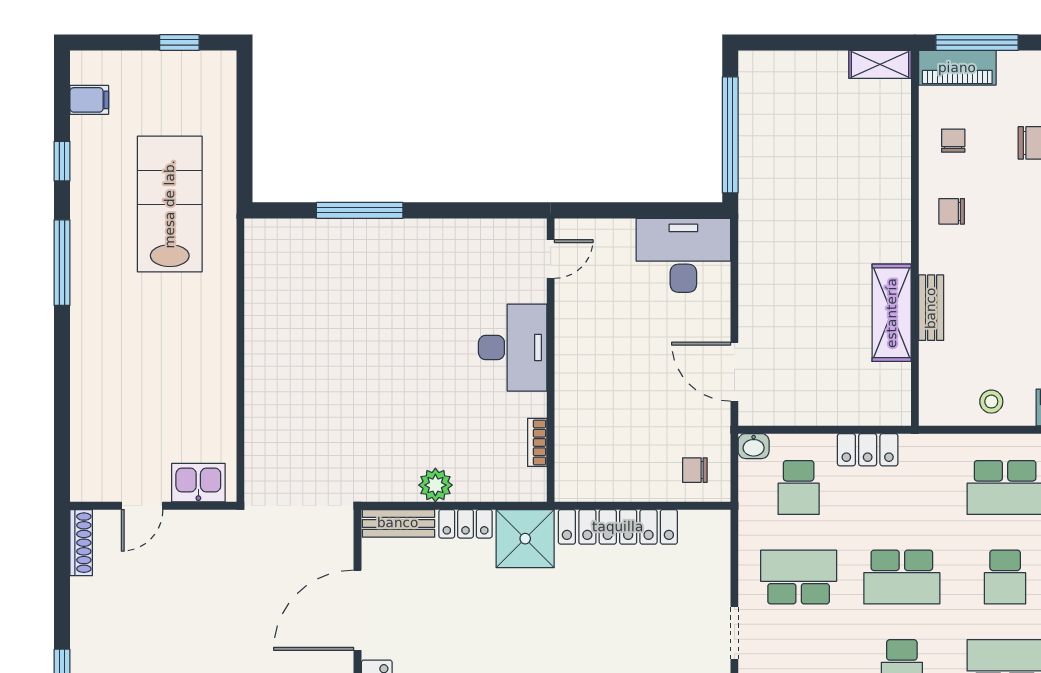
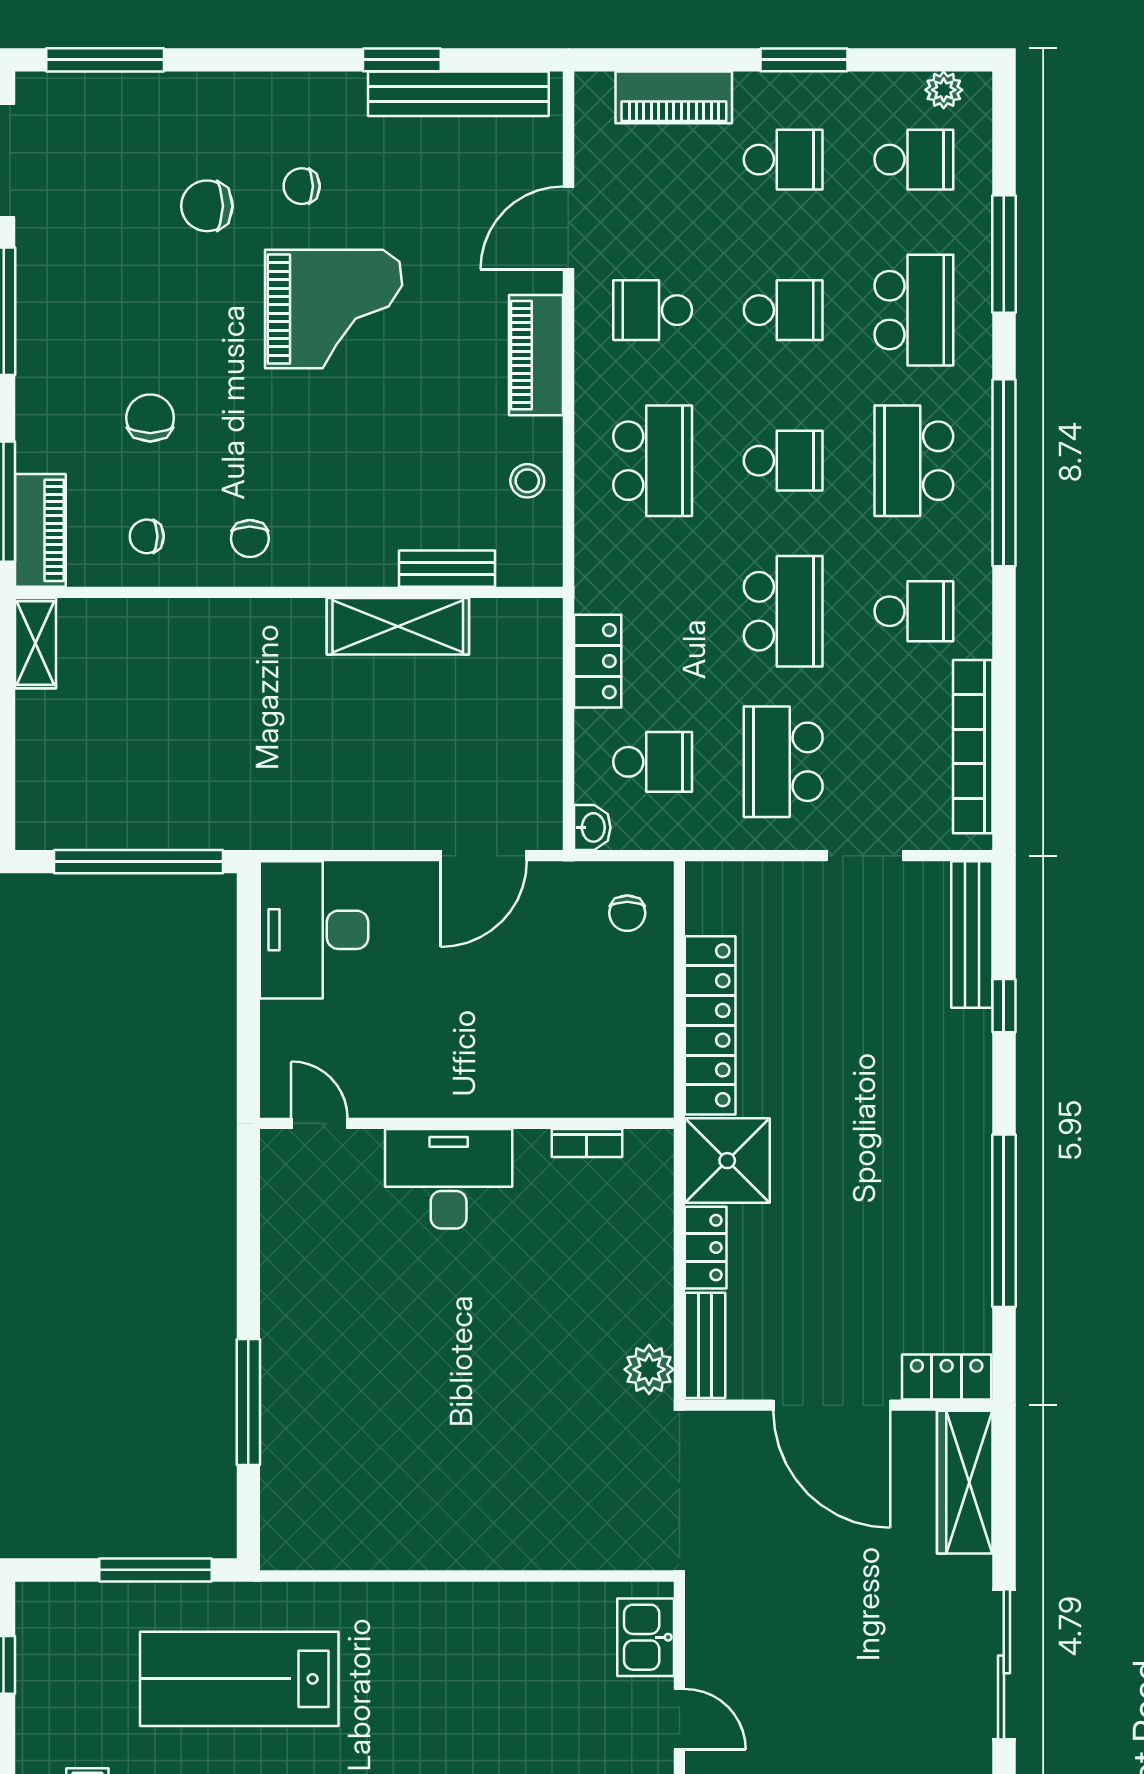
window: (244, 147) -> (155, 1570), added
bench: (931, 308) -> (447, 569), moved
plant: (435, 485) -> (649, 1369), moved

